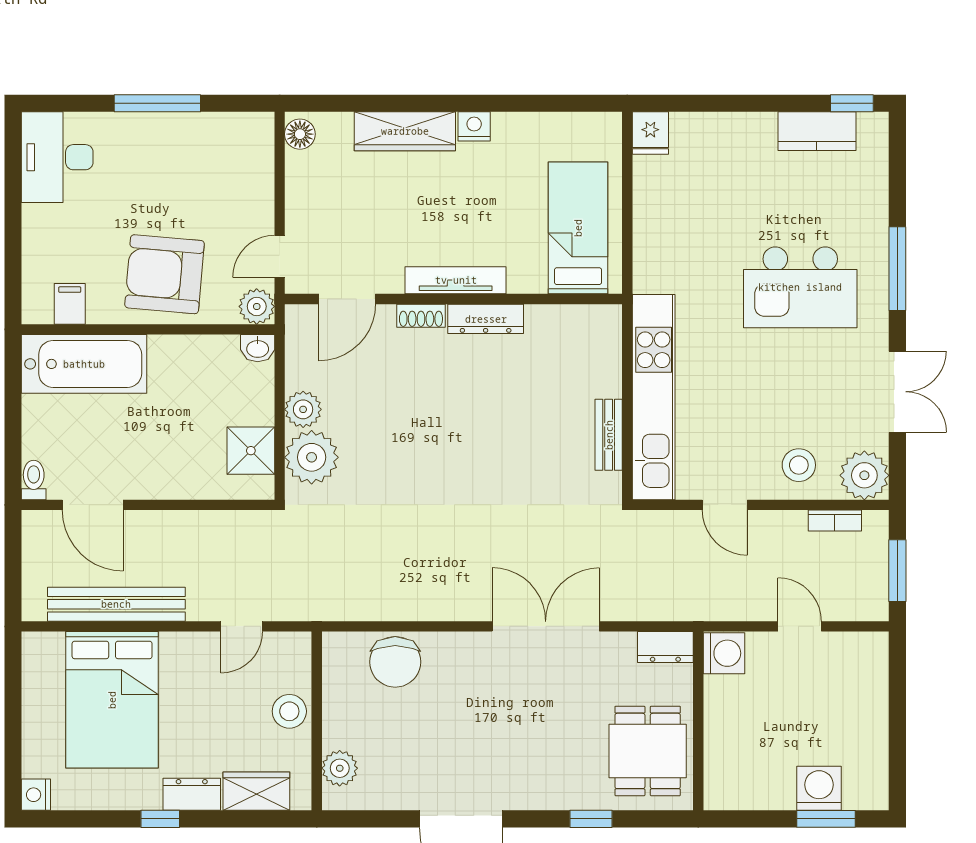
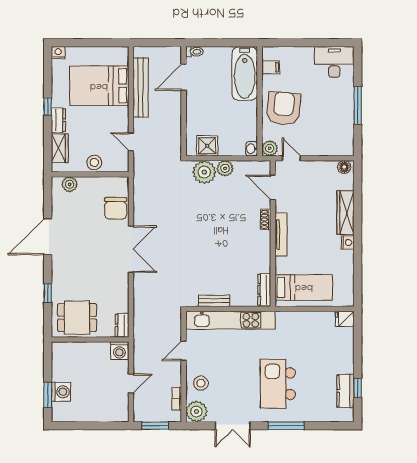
window: (852, 103) -> (358, 388), moved
dresser: (486, 319) -> (264, 290), moved
double door: (546, 626) -> (131, 249), moved
chair: (395, 662) -> (116, 208), turned -90

